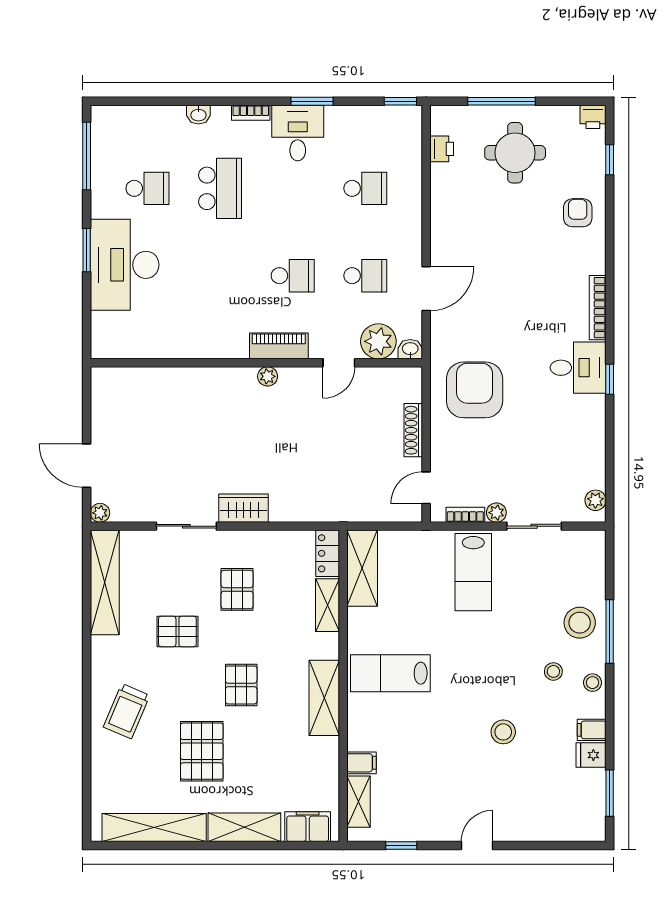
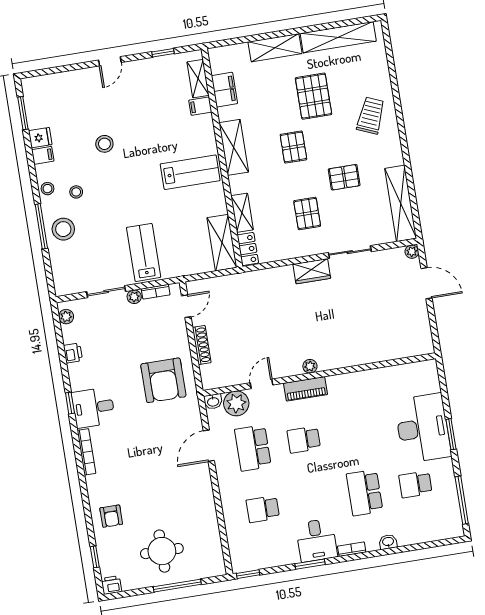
printer: (442, 149) -> (73, 353), moved, turned 180
school desk: (365, 276) -> (253, 448), width x1.85
filing cabinet: (308, 827) -> (224, 90), moved, turned -90

